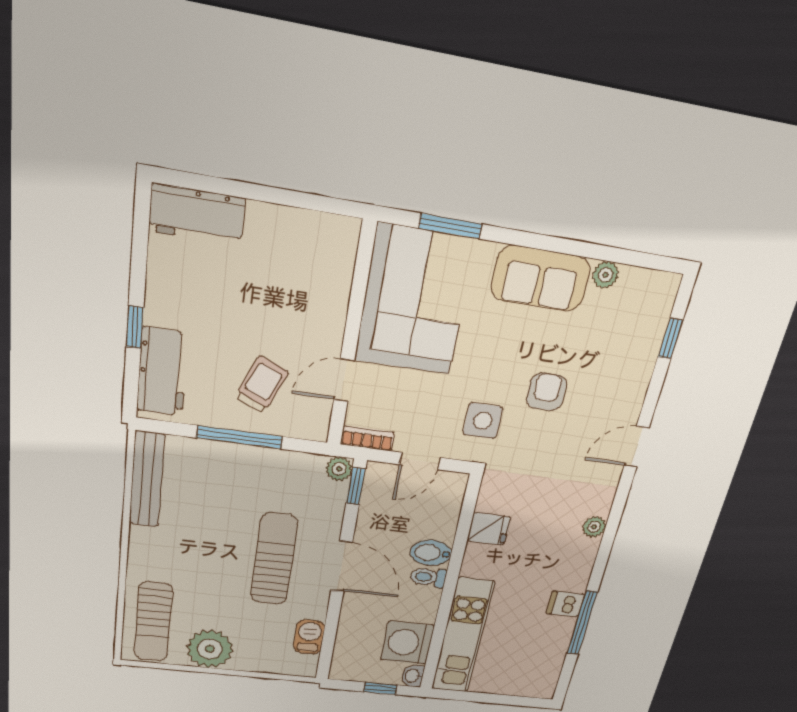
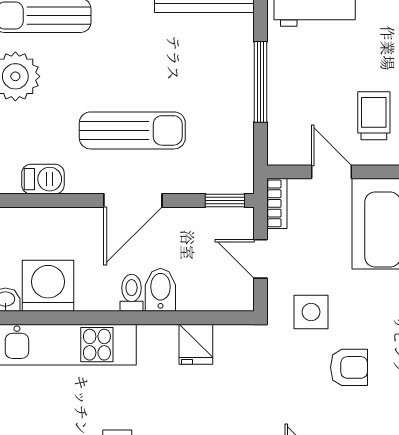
trolley: (262, 385) -> (374, 116), moved, turned -113
plant: (339, 469) -> (241, 181), removed

